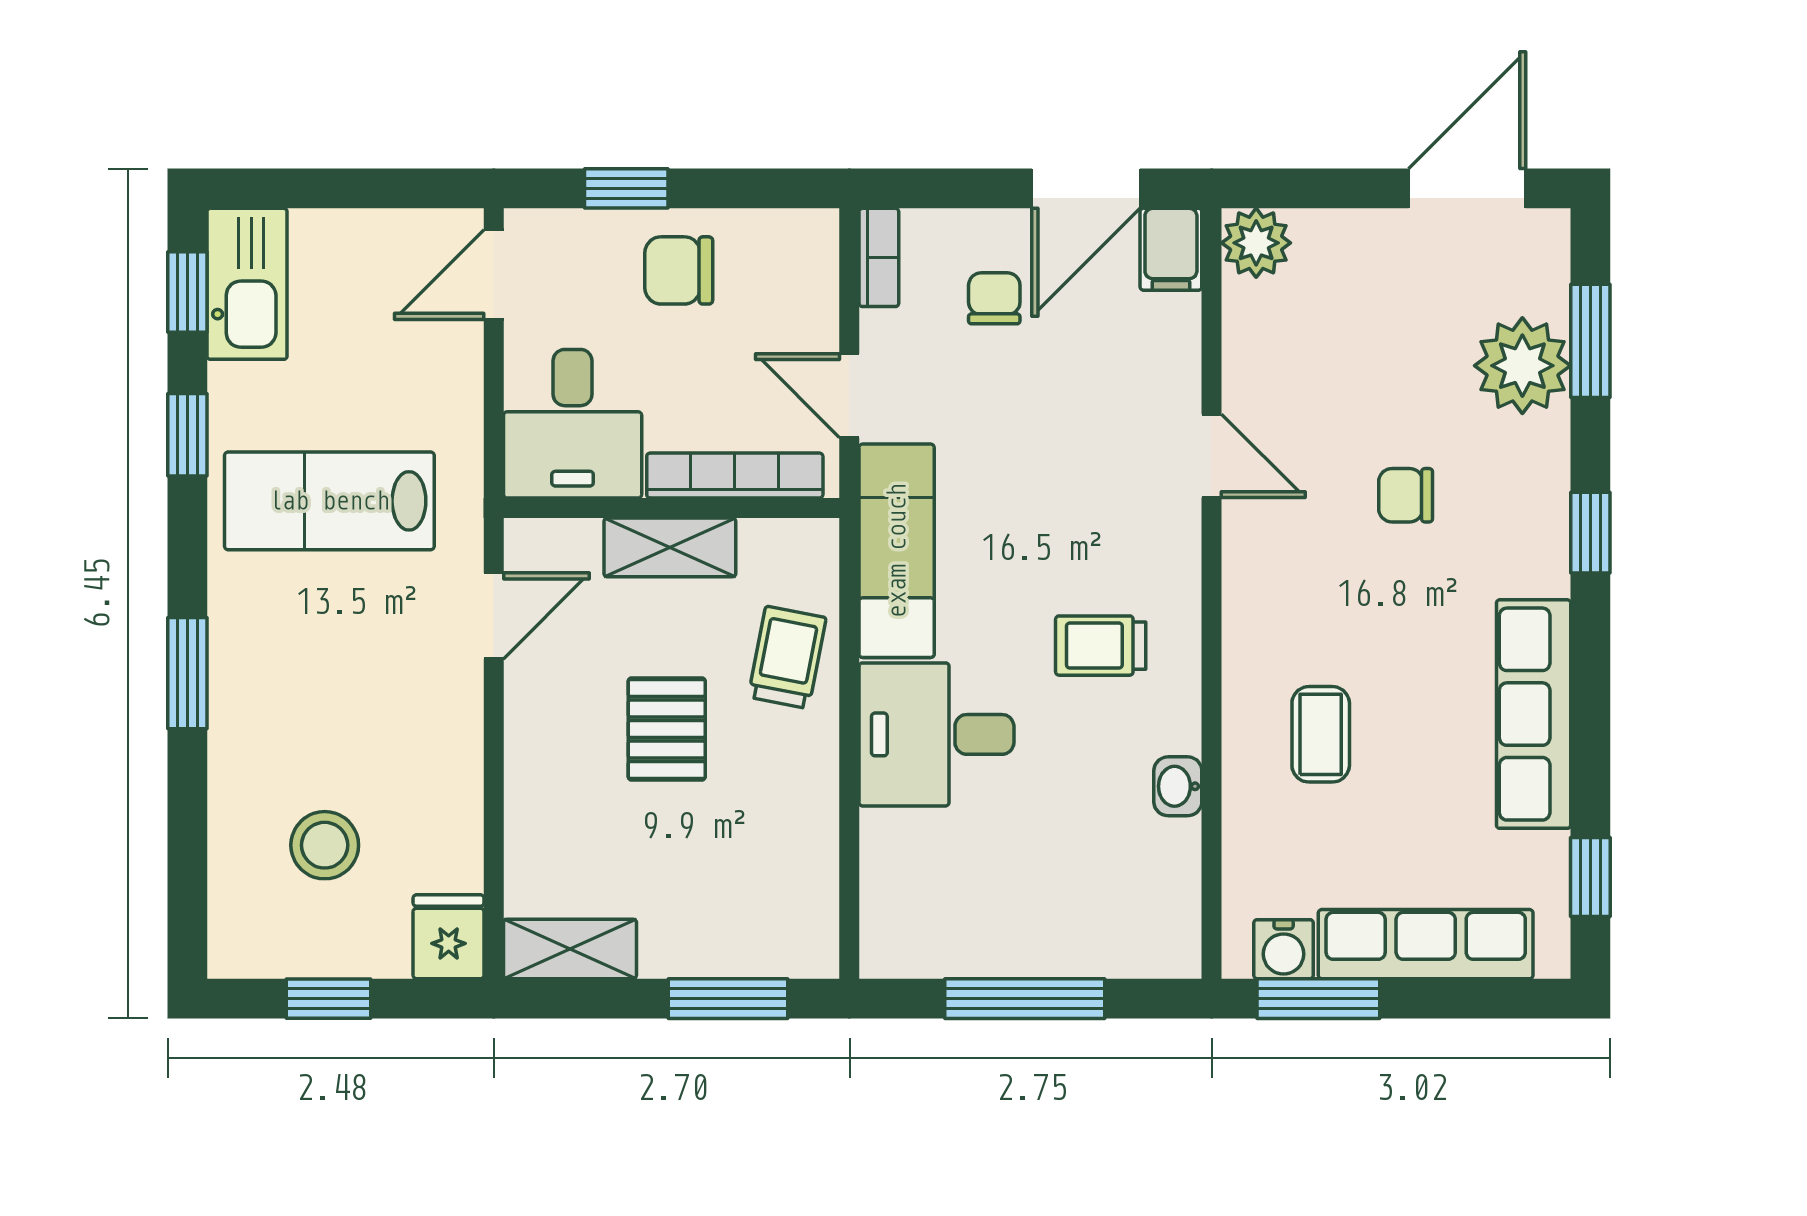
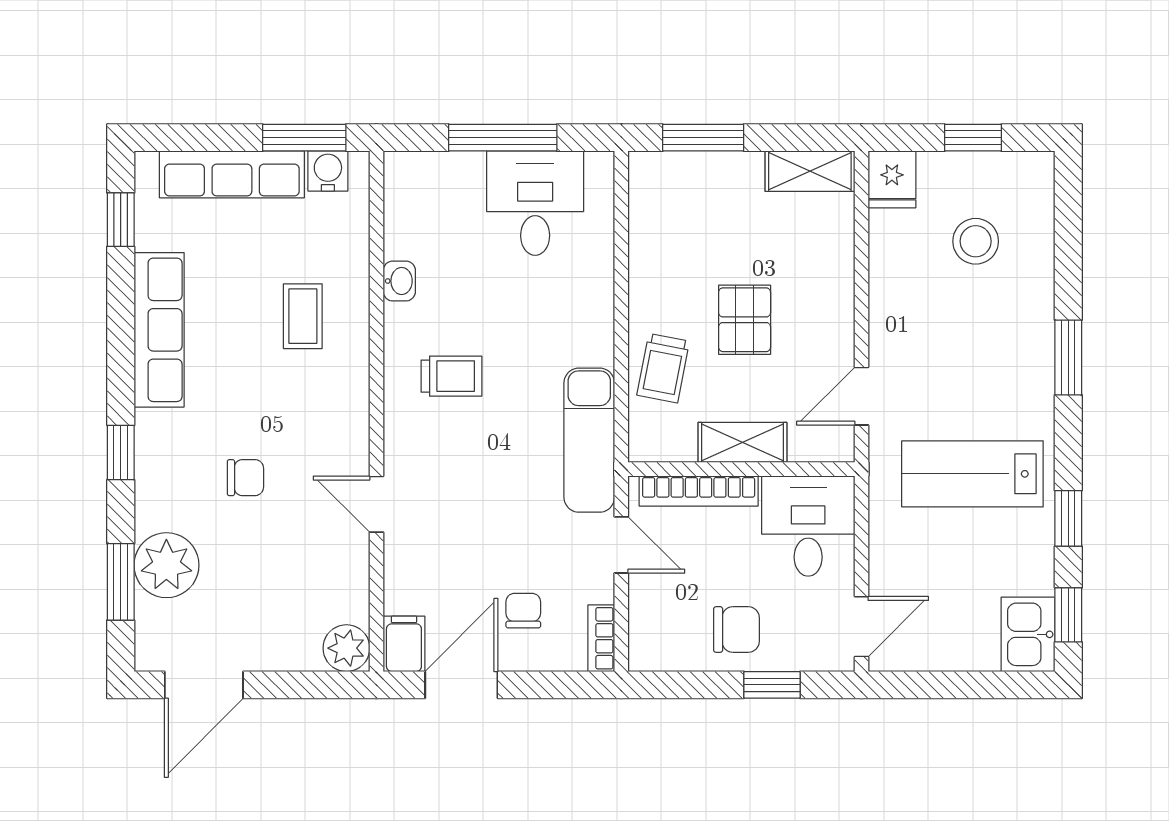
kitchen sink: (247, 284) -> (1028, 634), width x0.73
chair: (994, 298) -> (523, 611), turned 180
lab bench: (329, 501) -> (972, 474), turned 180
desk: (937, 734) -> (535, 203), moved, turned -90

